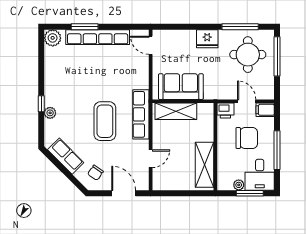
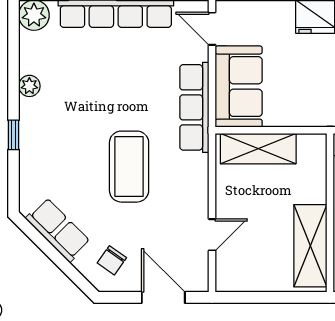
sofa: (181, 87) -> (239, 87), moved, turned 90
plant: (50, 113) -> (29, 86), moved
row of seats: (141, 114) -> (194, 107), moved

